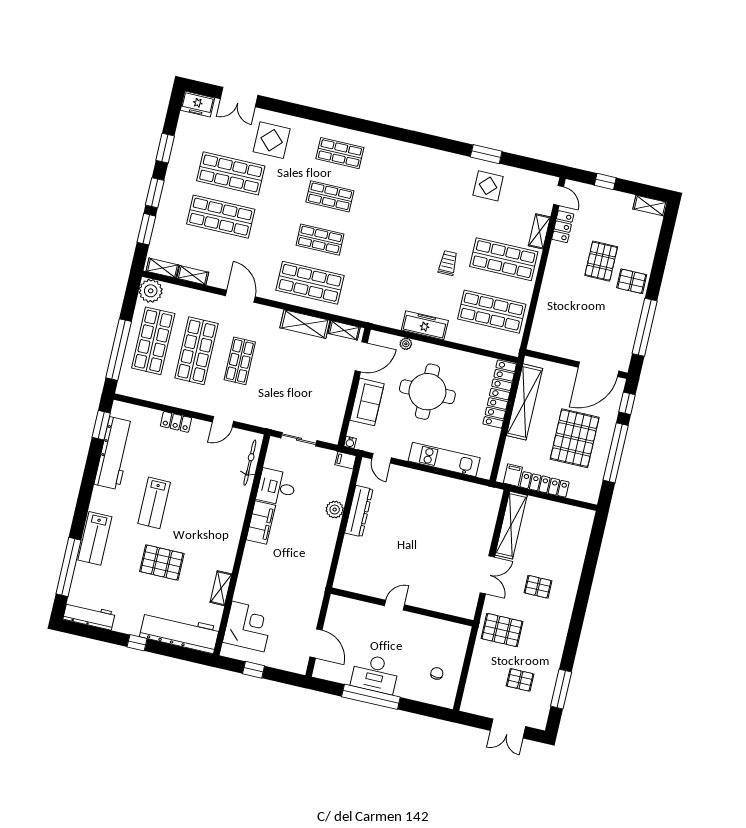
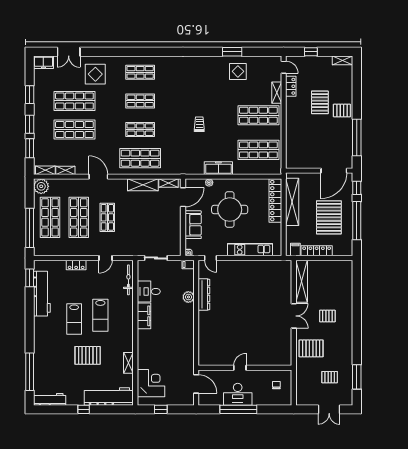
trolley: (448, 263) -> (199, 124), moved
lab bench: (95, 538) -> (100, 315), moved
door: (395, 605) -> (240, 368), moved
wall: (402, 607) -> (245, 368), moved

